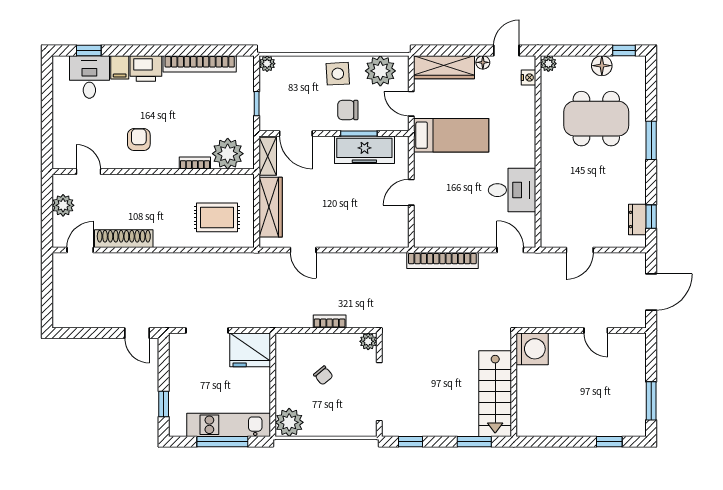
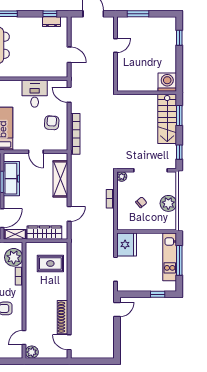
plant: (63, 205) -> (32, 352), moved
rug: (217, 217) -> (50, 263), turned 90
armchair: (462, 220) -> (52, 123), added
shelving: (364, 235) -> (60, 179), added
door: (510, 250) -> (69, 95), hinge flipped
washing machine: (532, 349) -> (167, 82), moved
stairs: (495, 394) -> (167, 119), moved, turned 90
window: (651, 401) -> (138, 14), moved
plant: (289, 422) -> (168, 203), moved

